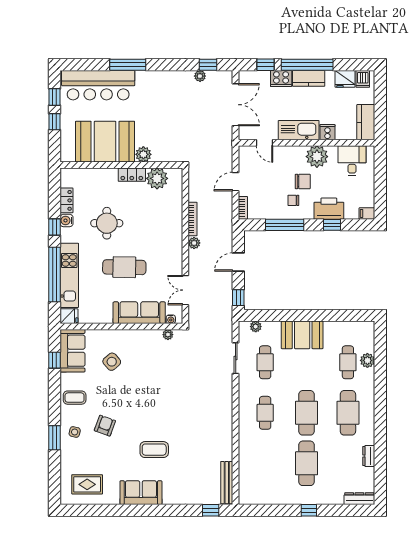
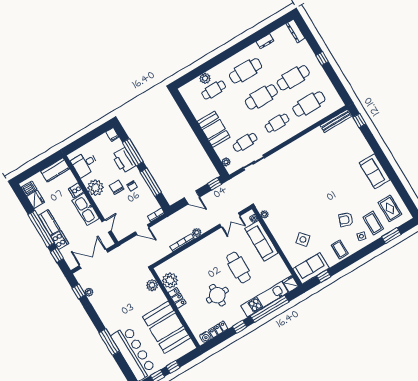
plant: (143, 154) -> (152, 285), moved
water cooler: (67, 220) -> (206, 337), moved
window: (332, 225) -> (133, 152), width x2.17
window: (55, 438) -> (391, 236), moved
coffee table: (154, 450) -> (373, 223), moved
cafe table: (265, 463) -> (309, 104), added

